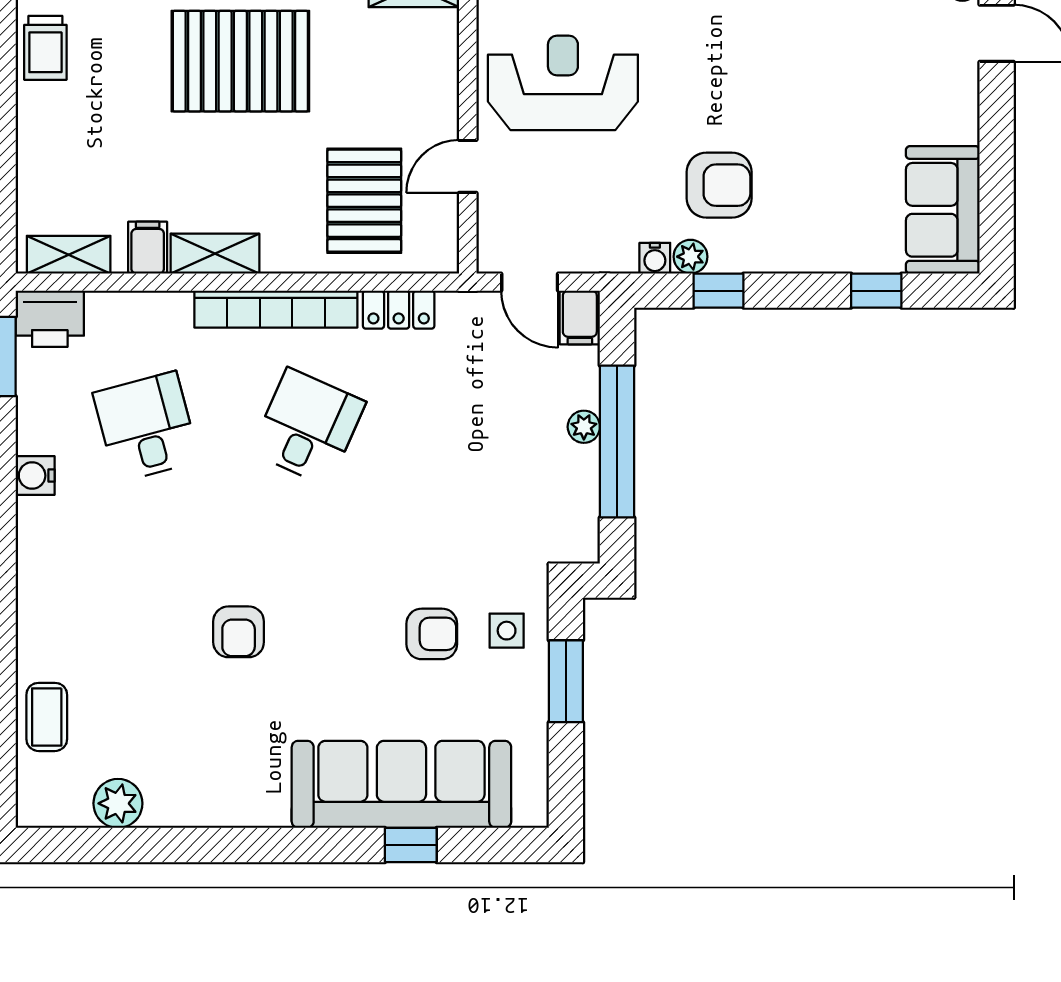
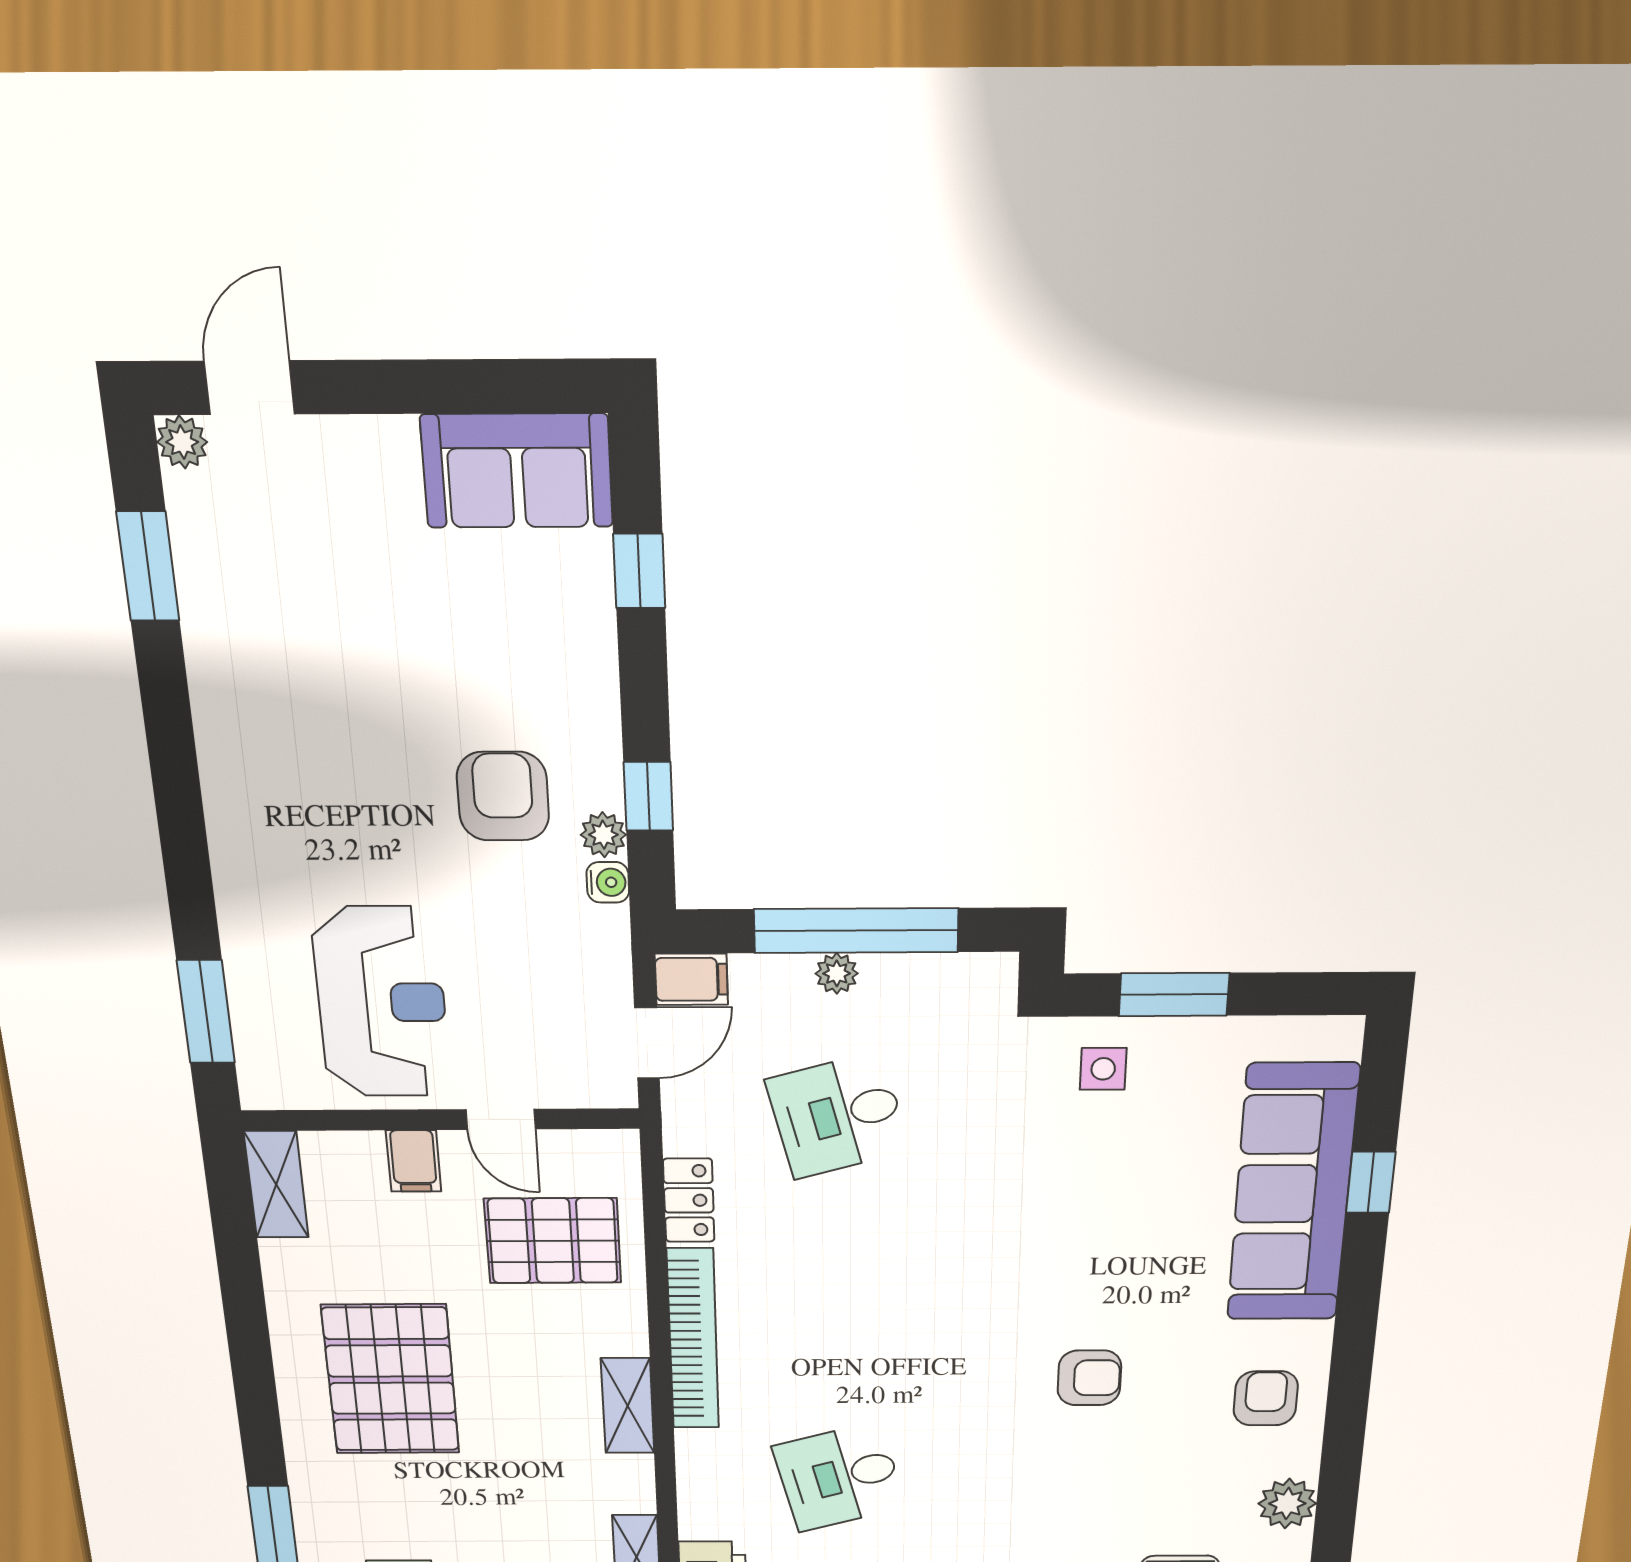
reception desk: (563, 83) -> (382, 1002), turned 180
filing cabinet: (148, 248) -> (414, 1161), moved, turned -90
desk: (308, 427) -> (838, 1115), moved, turned -39
armchair: (432, 634) -> (1266, 1398), moved

